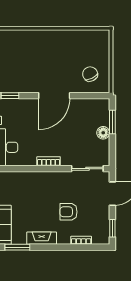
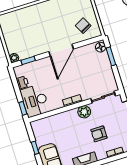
floor lamp: (103, 133) -> (101, 47), moved
plant: (59, 179) -> (84, 112), added

